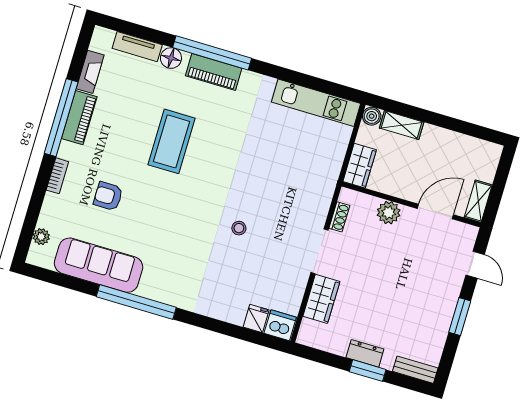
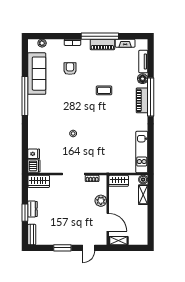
coffee table: (171, 141) -> (104, 90), width x0.54, depth x0.58
wardrobe: (321, 299) -> (39, 181), moved

